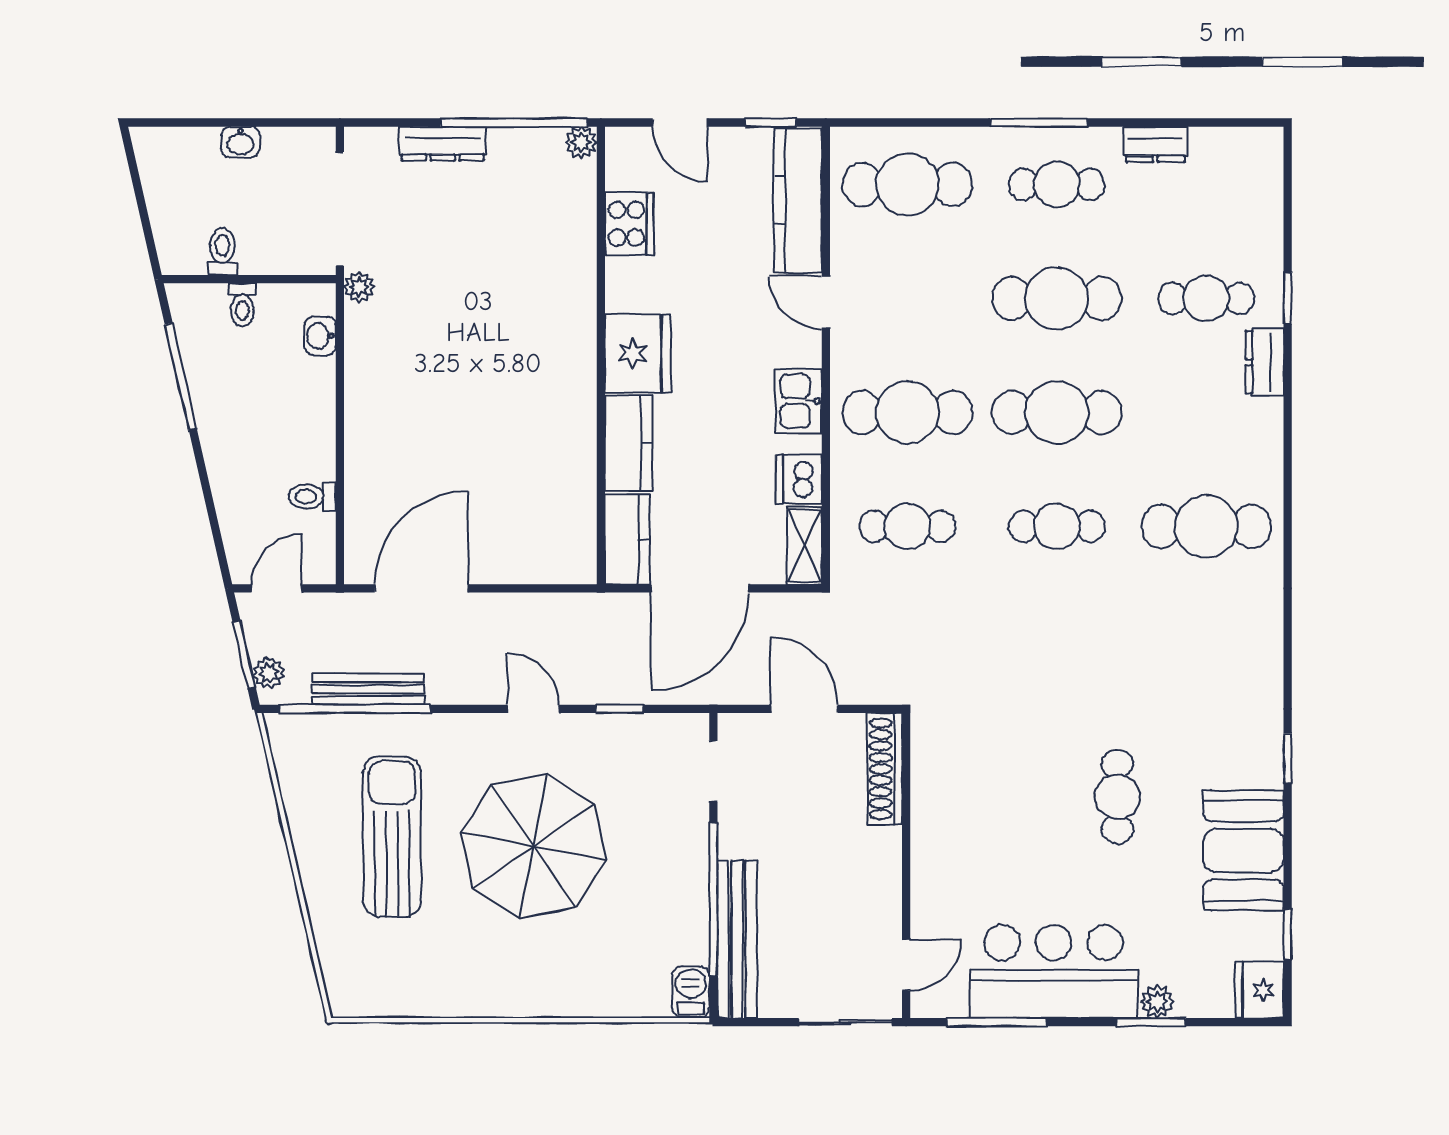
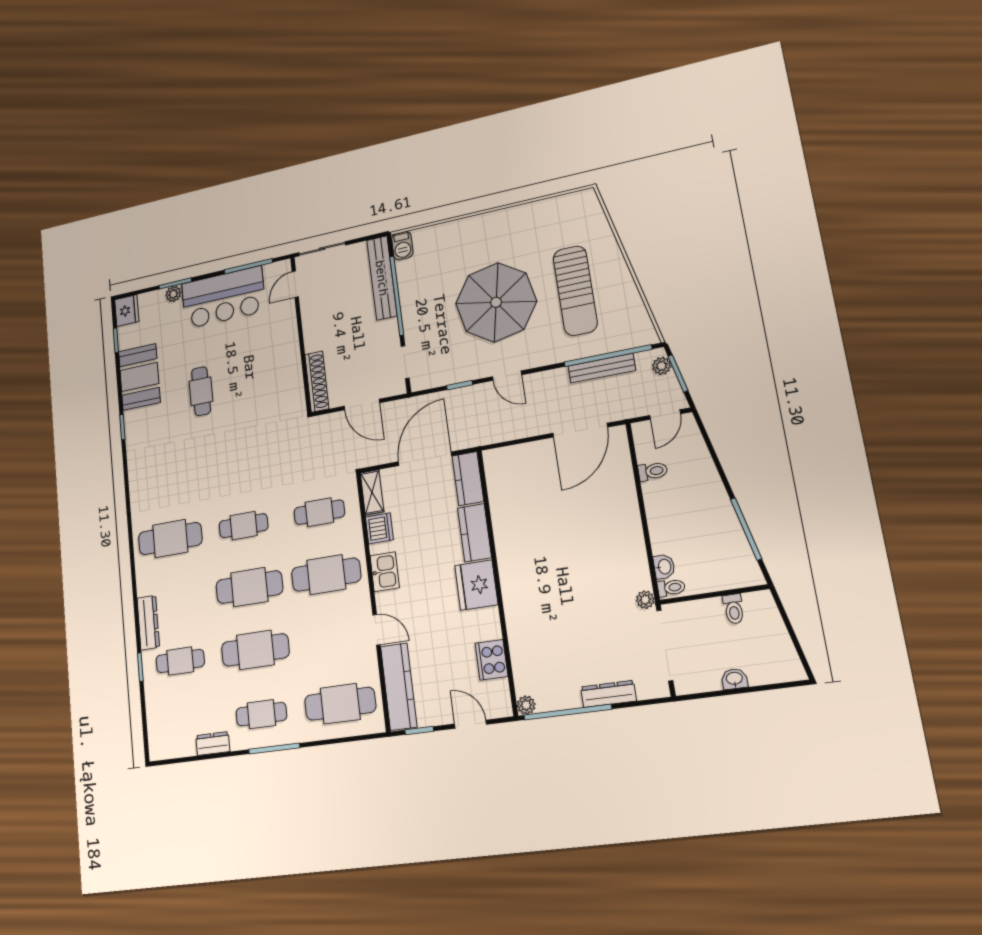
toilet: (242, 305) -> (671, 588), moved, turned 90
dresser: (1265, 362) -> (148, 623), width x1.44

